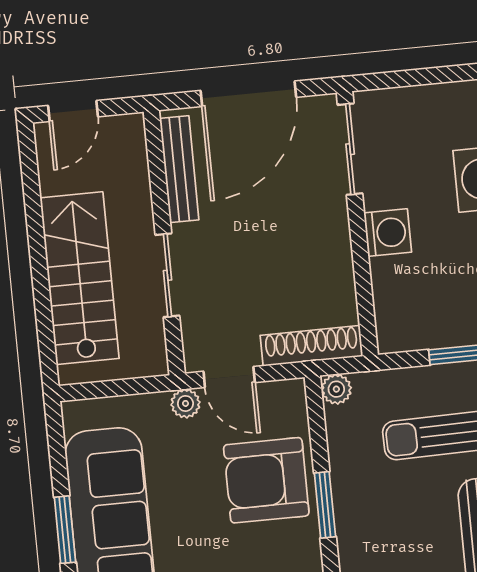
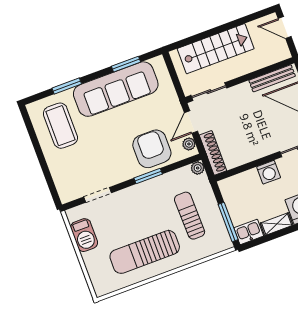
sliding door: (167, 275) -> (209, 92), moved
plant: (185, 403) -> (189, 144), moved
window: (65, 530) -> (126, 64), moved

